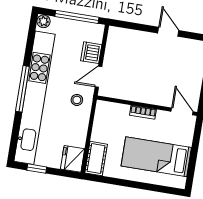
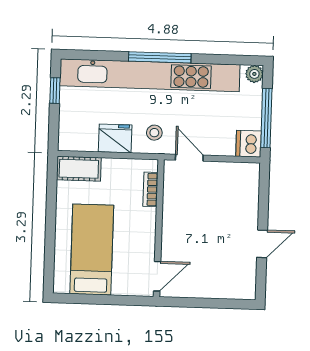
dishwasher: (91, 53) -> (249, 144), moved, turned -90
bookcase: (143, 112) -> (150, 189), moved
fridge: (73, 159) -> (115, 138), moved

